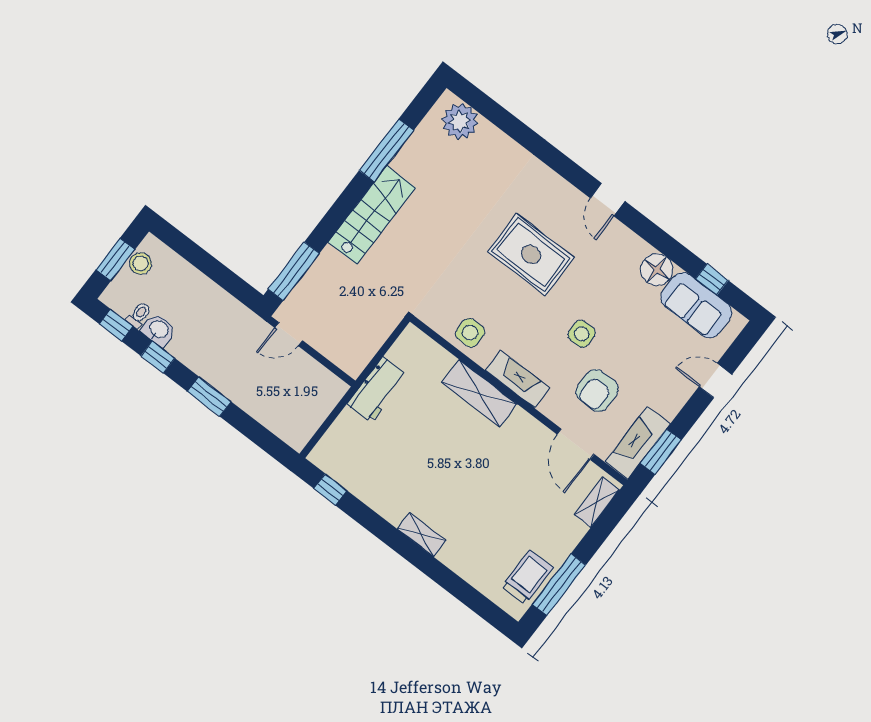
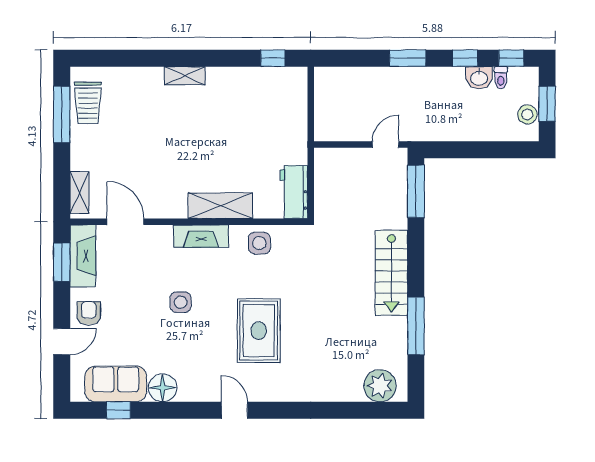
rug: (531, 254) -> (259, 331), turned 90
workbench: (377, 390) -> (294, 192), moved
armchair: (597, 390) -> (89, 313), moved, width x0.72, depth x0.72

